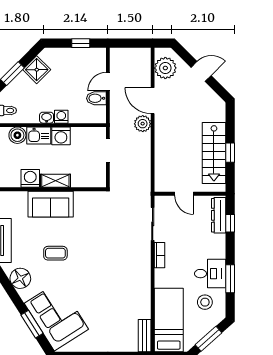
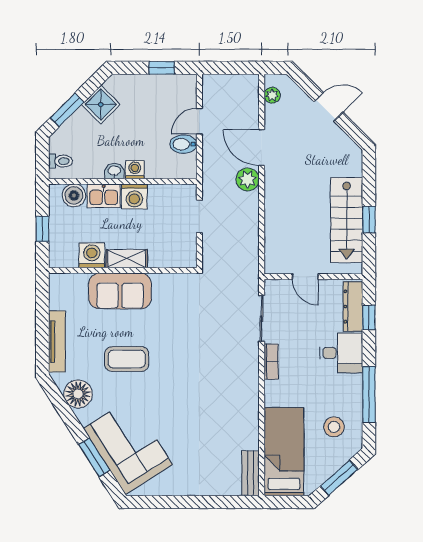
plant: (165, 68) -> (272, 95), width x0.53, depth x0.53
coffee table: (55, 253) -> (127, 359), width x1.36, depth x1.30
desk: (210, 274) -> (341, 353), moved
window: (230, 279) -> (369, 395), width x1.44

